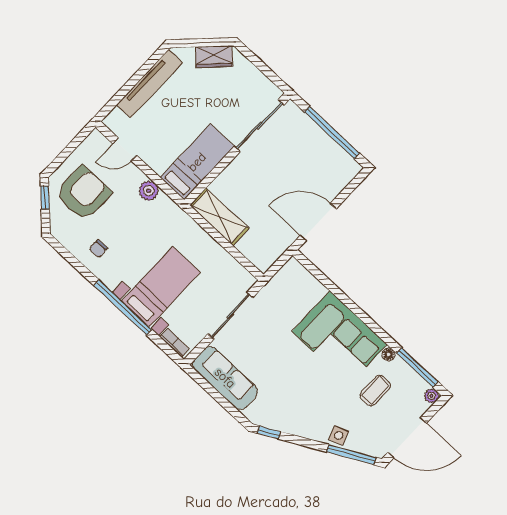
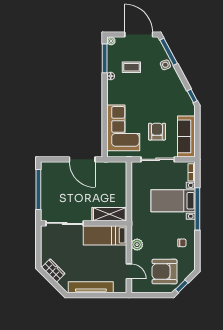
shelving: (219, 217) -> (109, 214), moved, turned 90
corner sofa: (339, 338) -> (123, 128), moved
armchair: (266, 347) -> (157, 132), added

